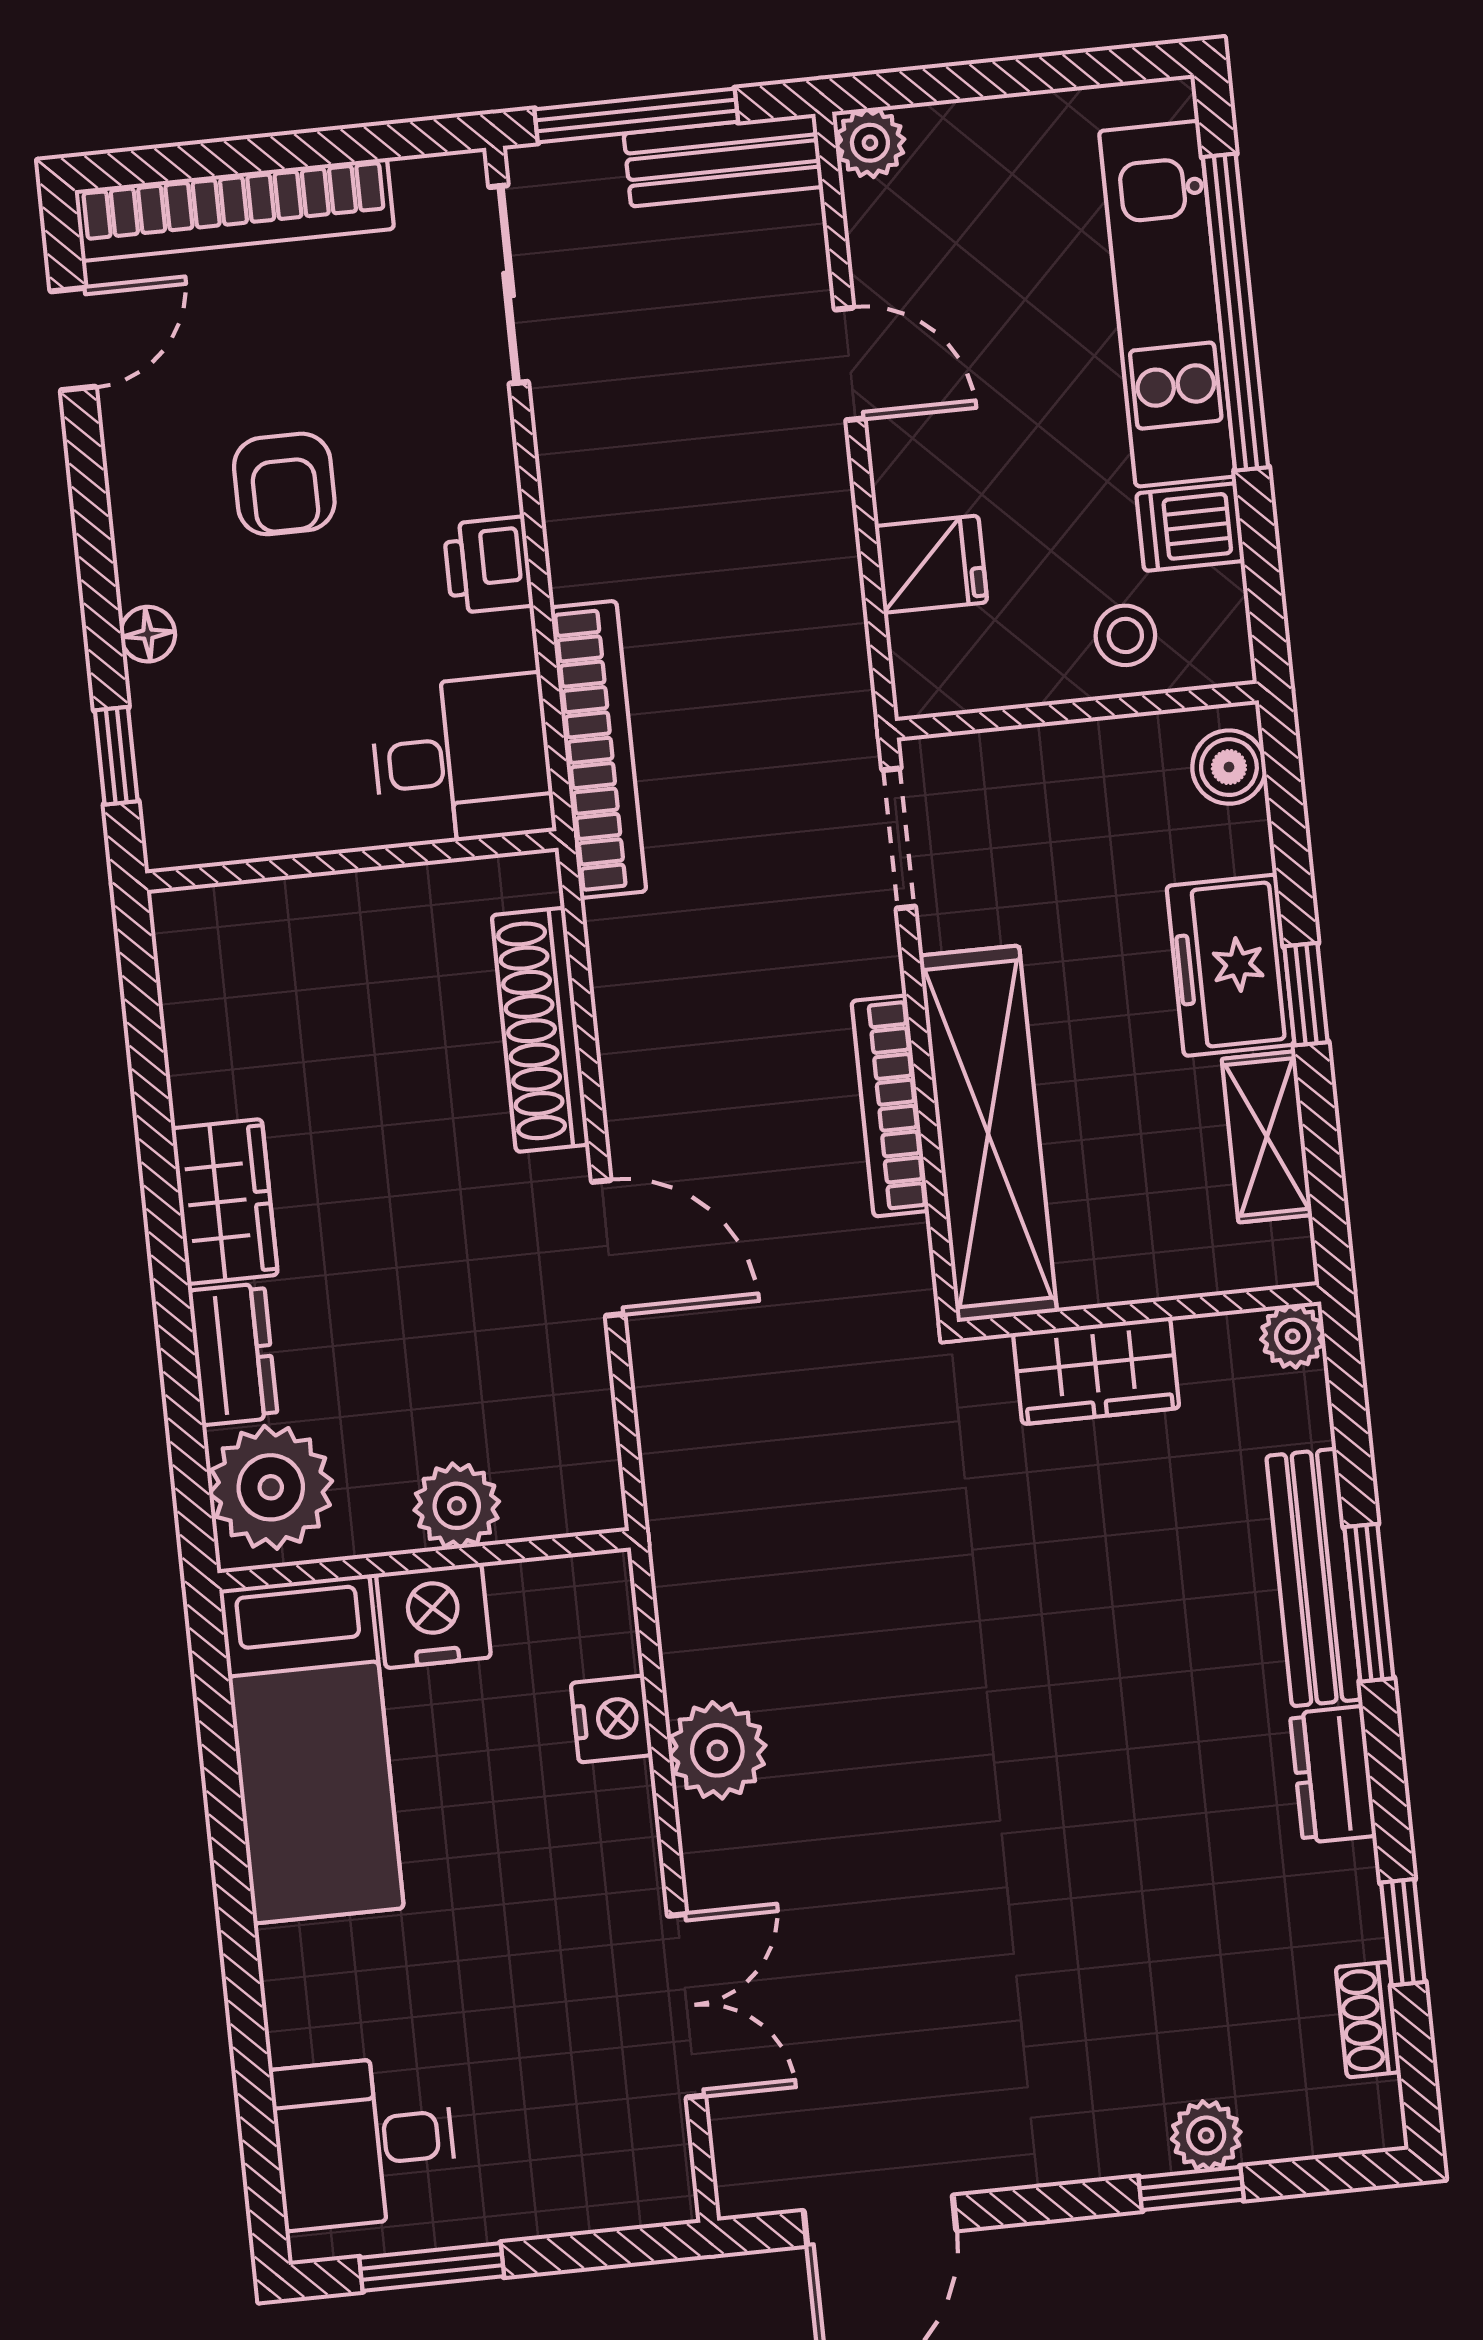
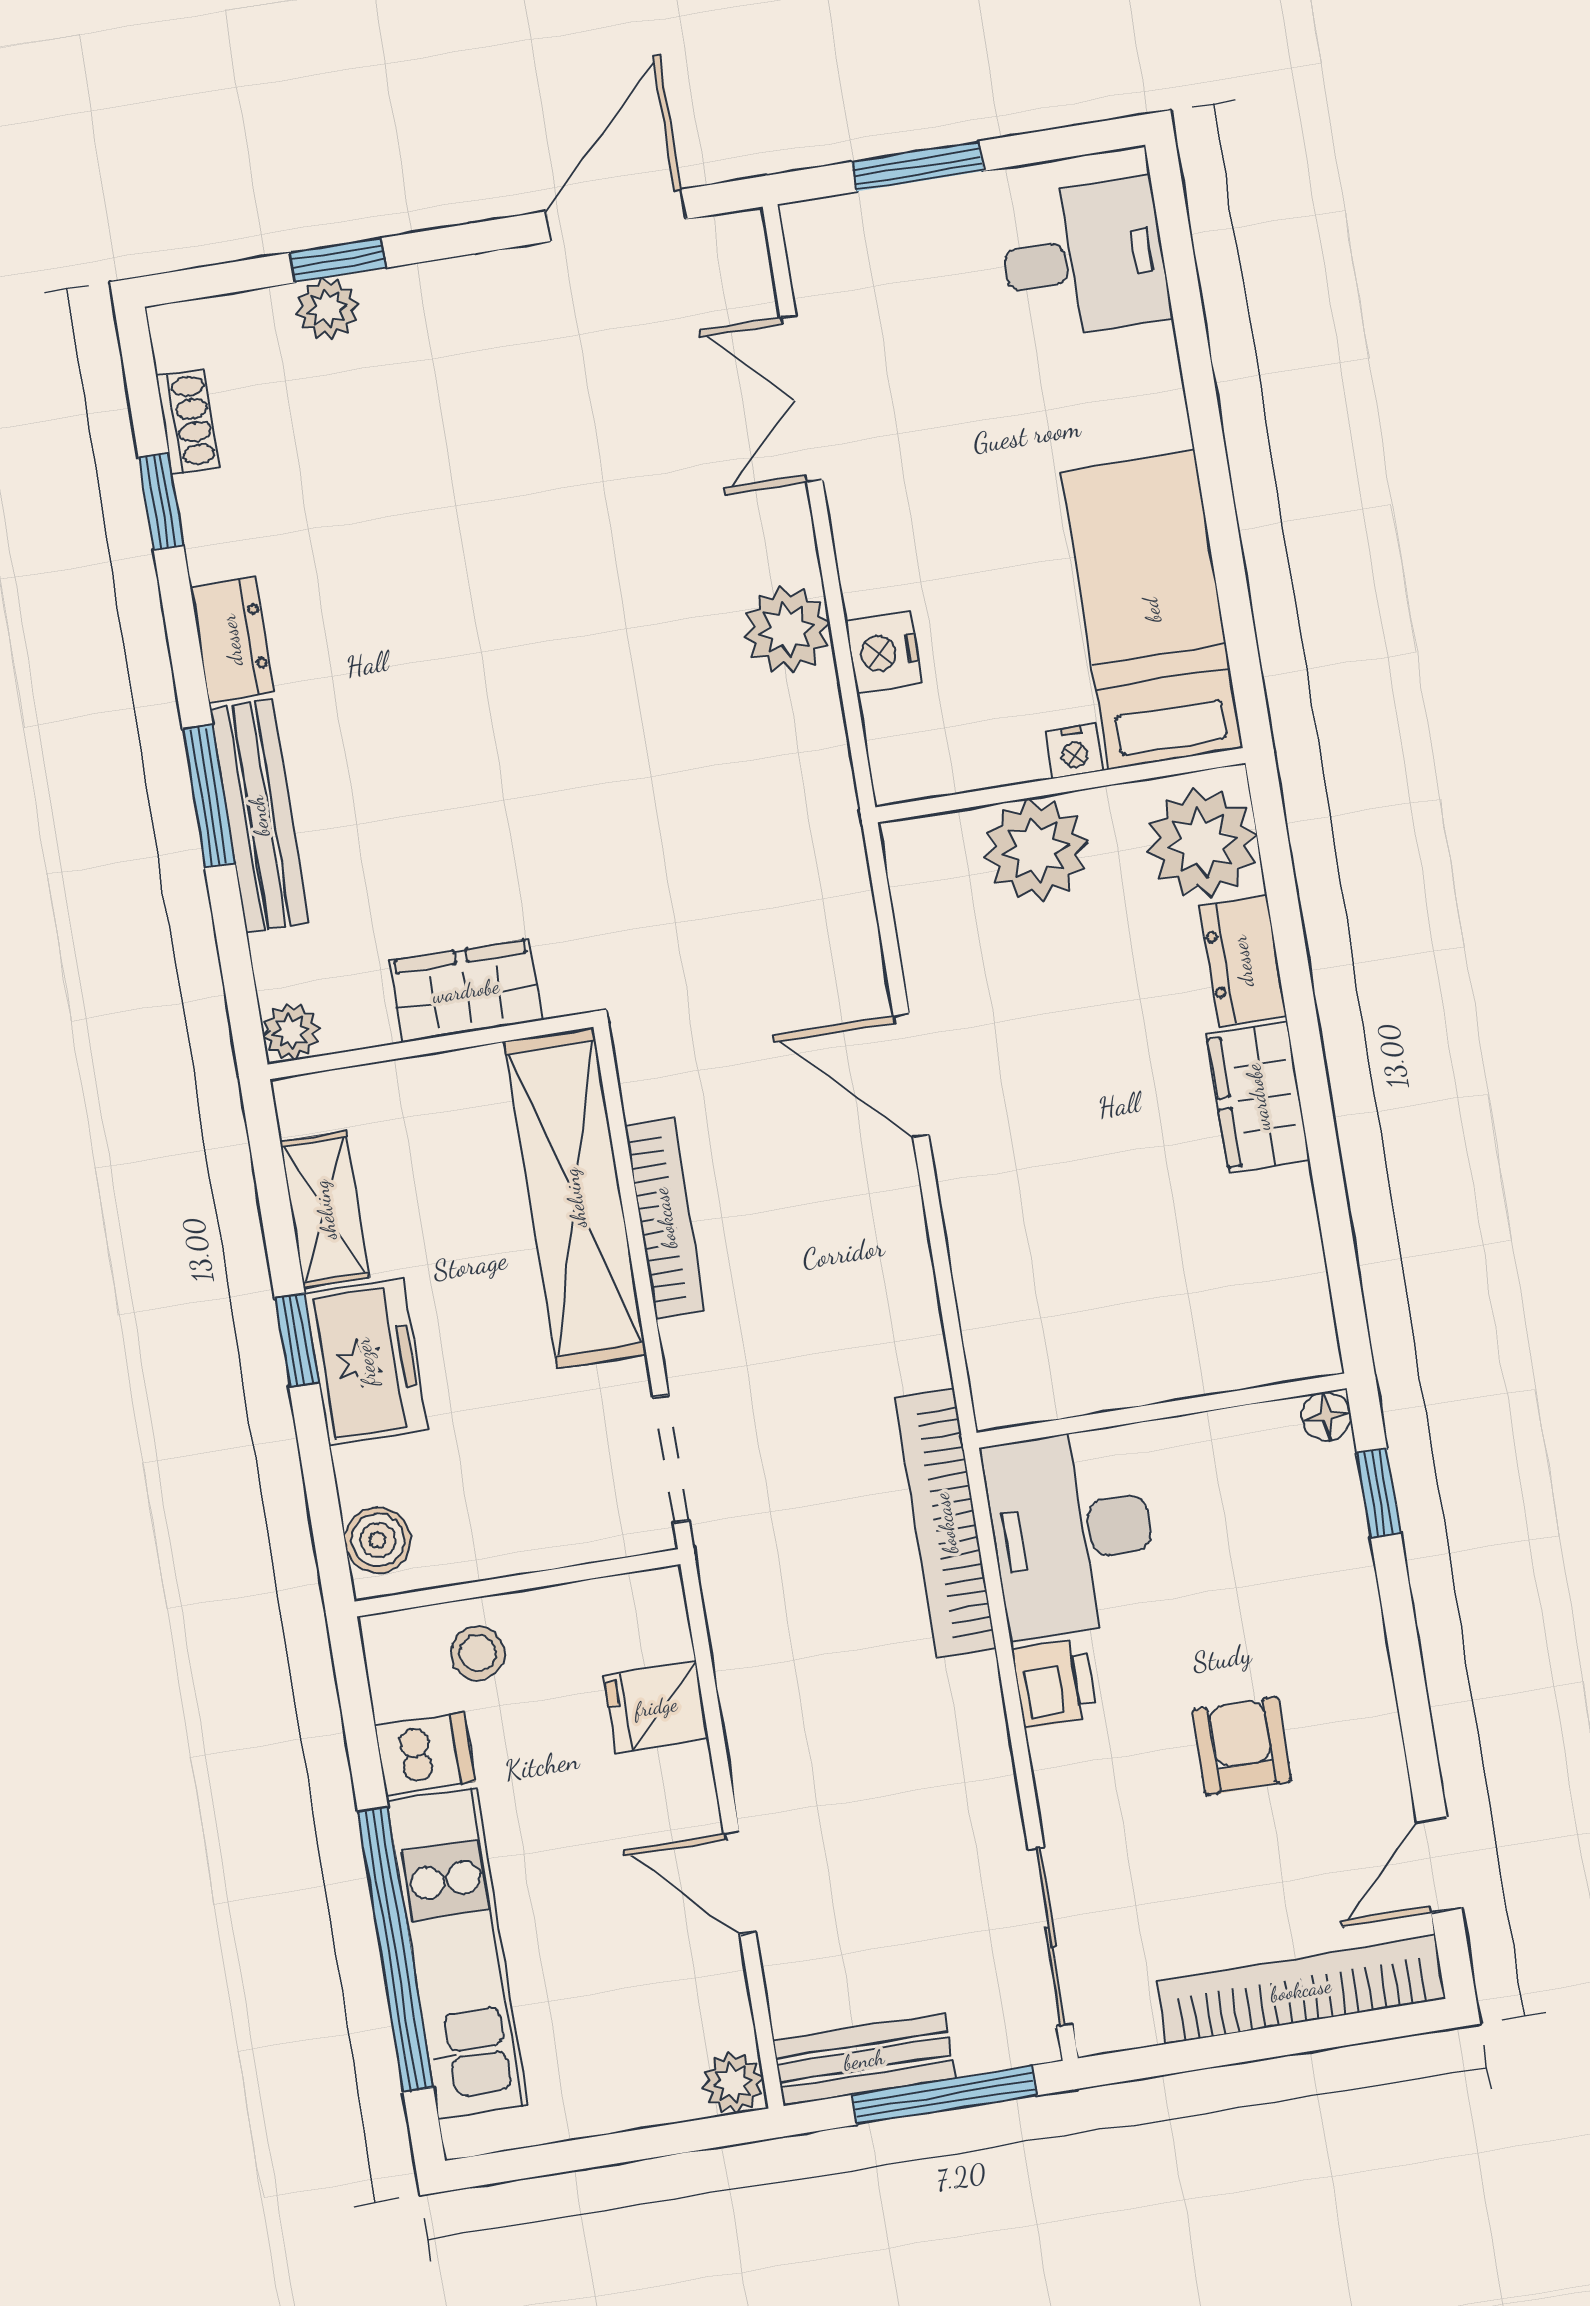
floor lamp: (148, 634) -> (1326, 1416), moved
desk: (463, 760) -> (1072, 1533), width x1.37
shoe rack: (540, 1030) -> (983, 1268), removed
plant: (457, 1506) -> (1036, 850), width x1.36, depth x1.36
nightstand: (433, 1616) -> (1074, 751), width x0.53, depth x0.56
window: (432, 2267) -> (918, 166), moved

